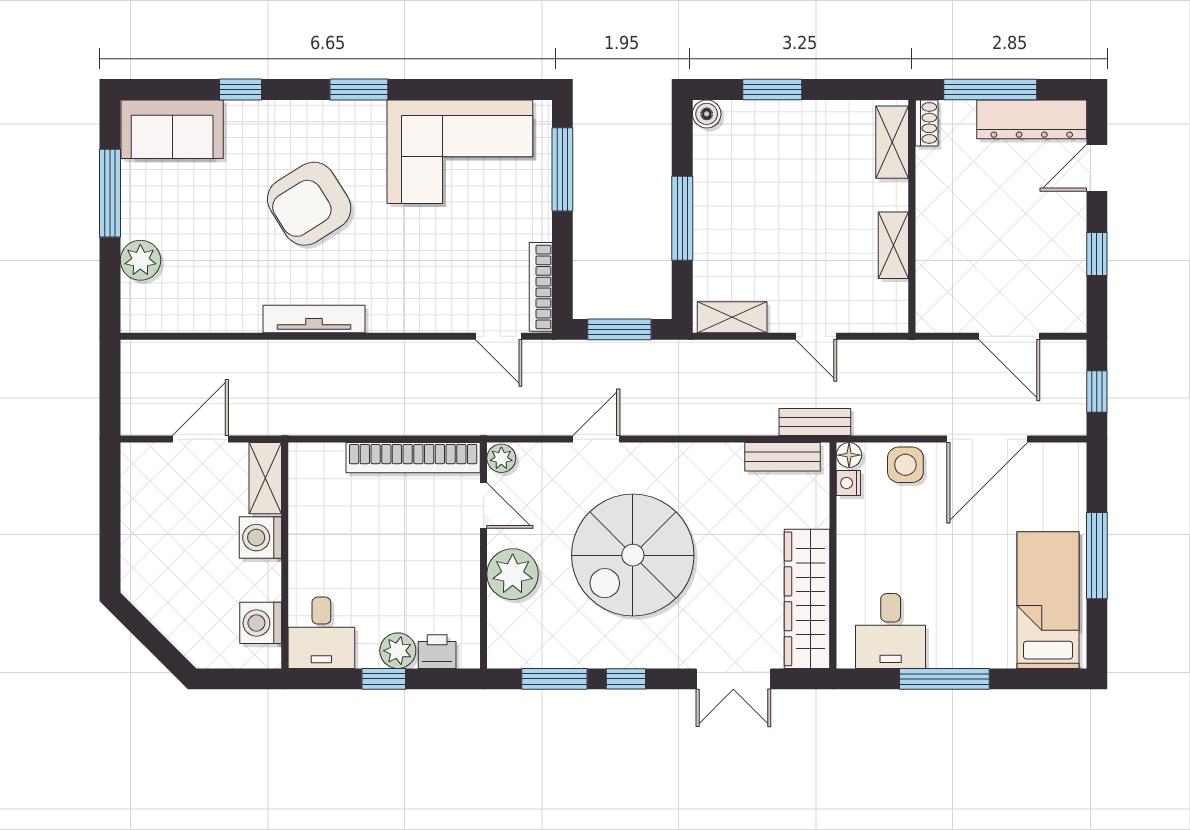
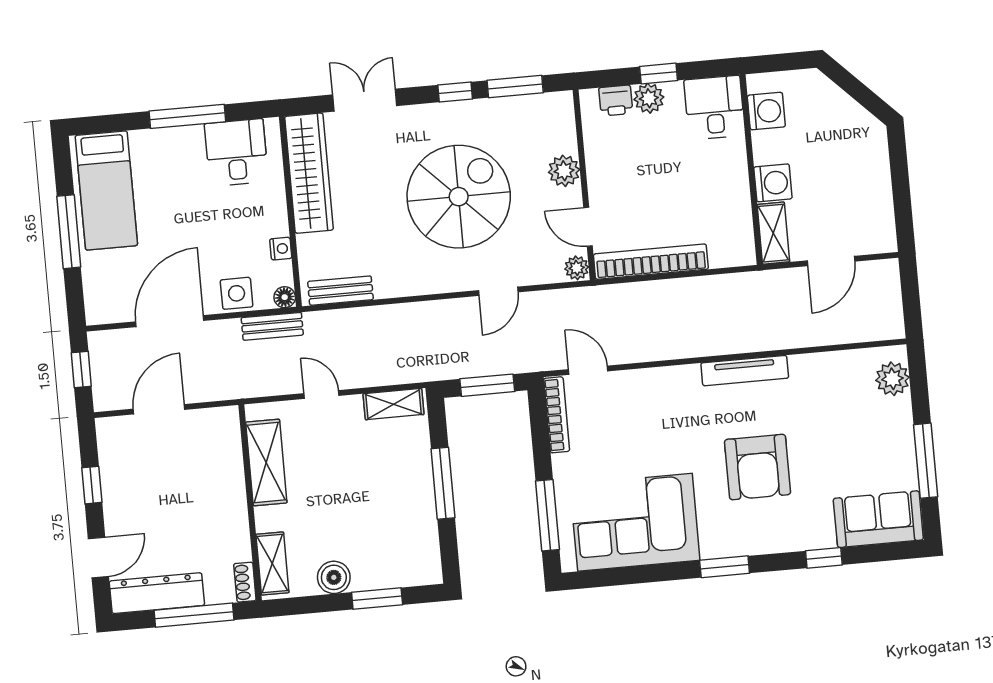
boiler: (707, 114) -> (334, 577), moved, width x1.36, depth x1.36
armchair: (309, 204) -> (758, 467), turned 122
shelving: (893, 245) -> (266, 462), width x1.50, depth x1.33
plant: (140, 260) -> (892, 379), moved
door: (1009, 336) -> (159, 409), hinge flipped
bench: (815, 422) -> (272, 326), moved
nightstand: (848, 483) -> (281, 249), moved
plant: (513, 574) -> (564, 171), width x0.73, depth x0.73

